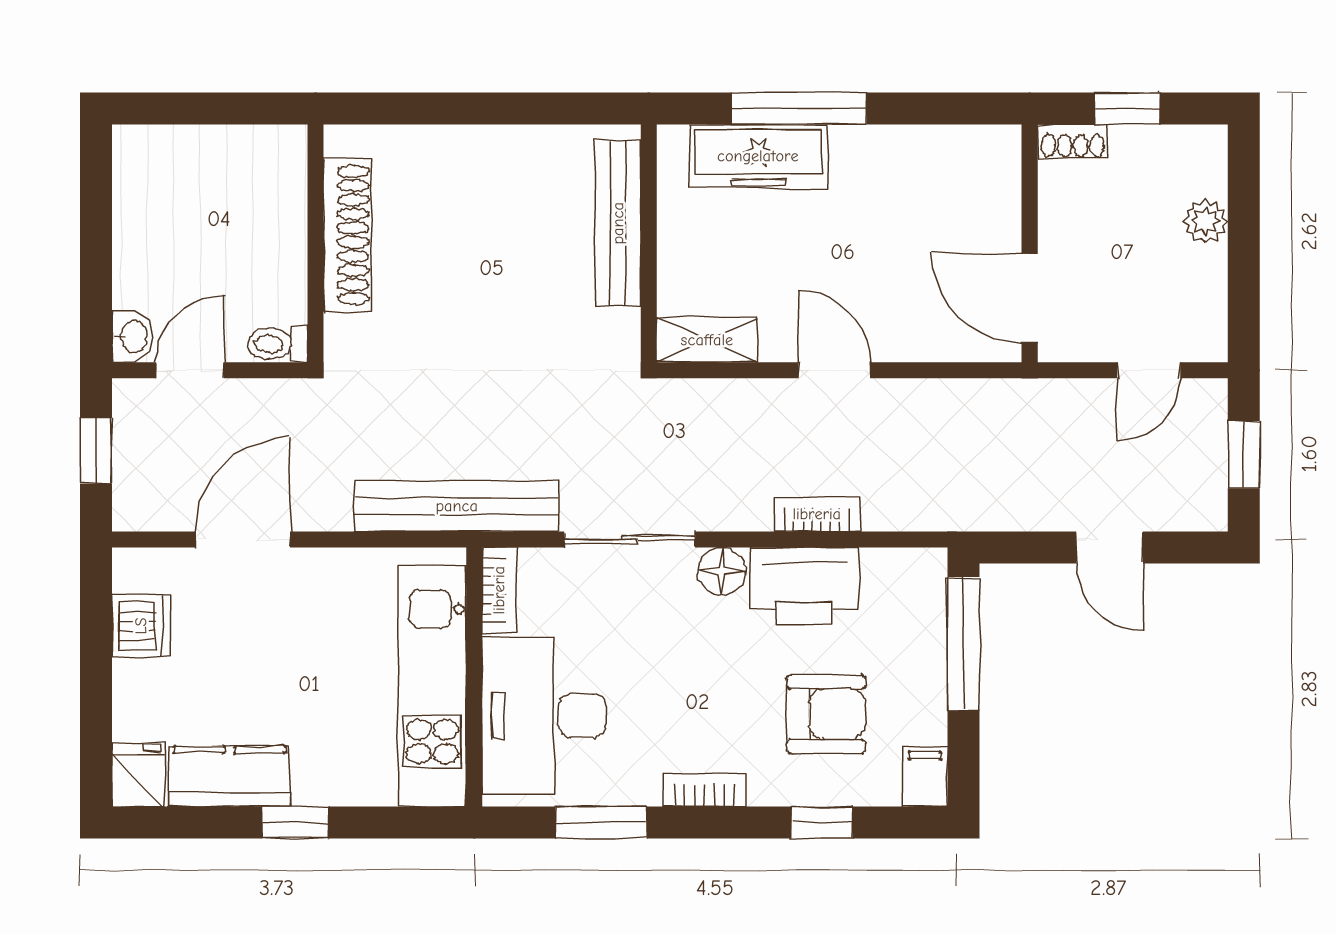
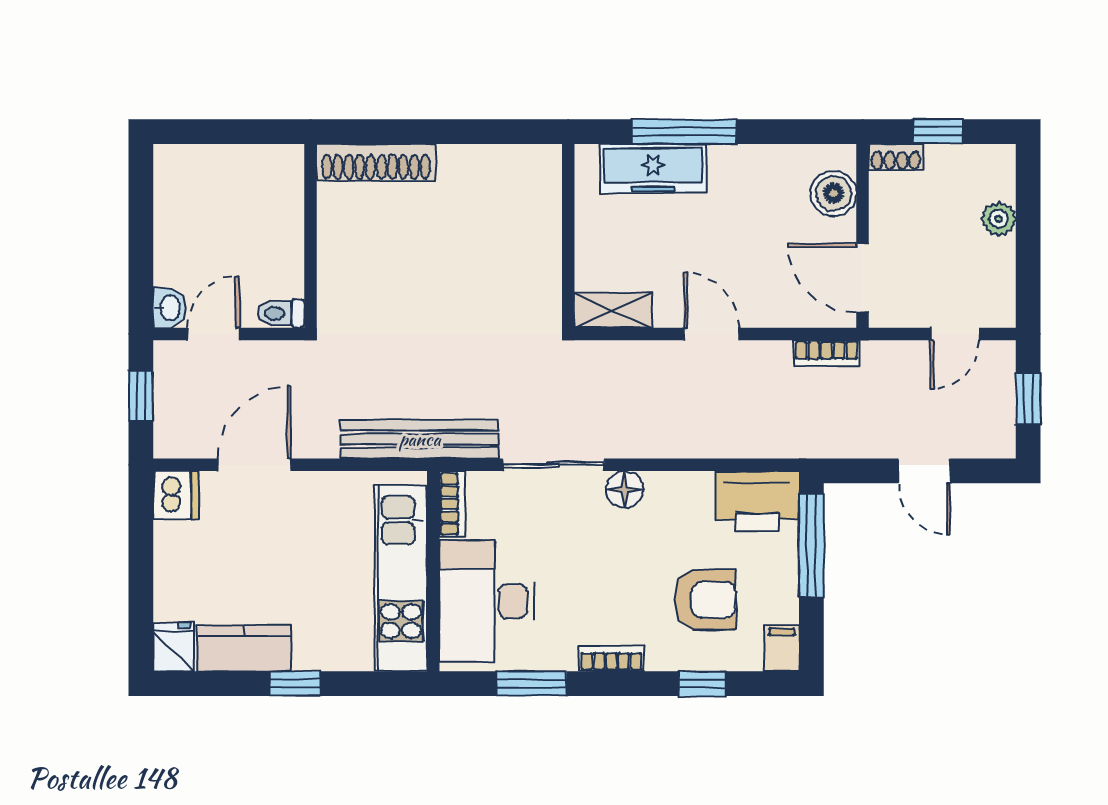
boiler: (992, 188) -> (833, 193), added
bench: (618, 223) -> (544, 220), removed
shoe rack: (347, 235) -> (376, 162), moved, turned 90
bookcase: (817, 514) -> (826, 353), moved, turned 180
printer: (804, 586) -> (757, 501), moved
dishwasher: (141, 626) -> (176, 495), moved

